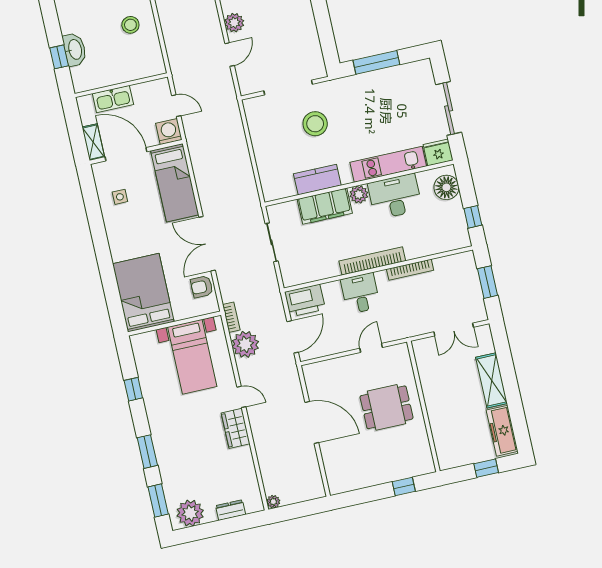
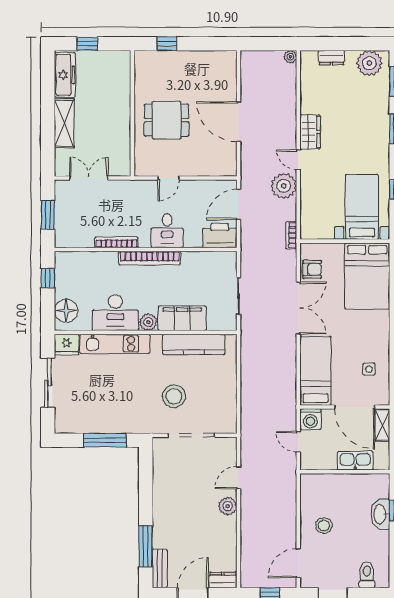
kitchen counter: (317, 180) -> (194, 344), width x1.50
plant: (245, 344) -> (284, 186), moved
bed with nightstands: (192, 357) -> (362, 207), moved

